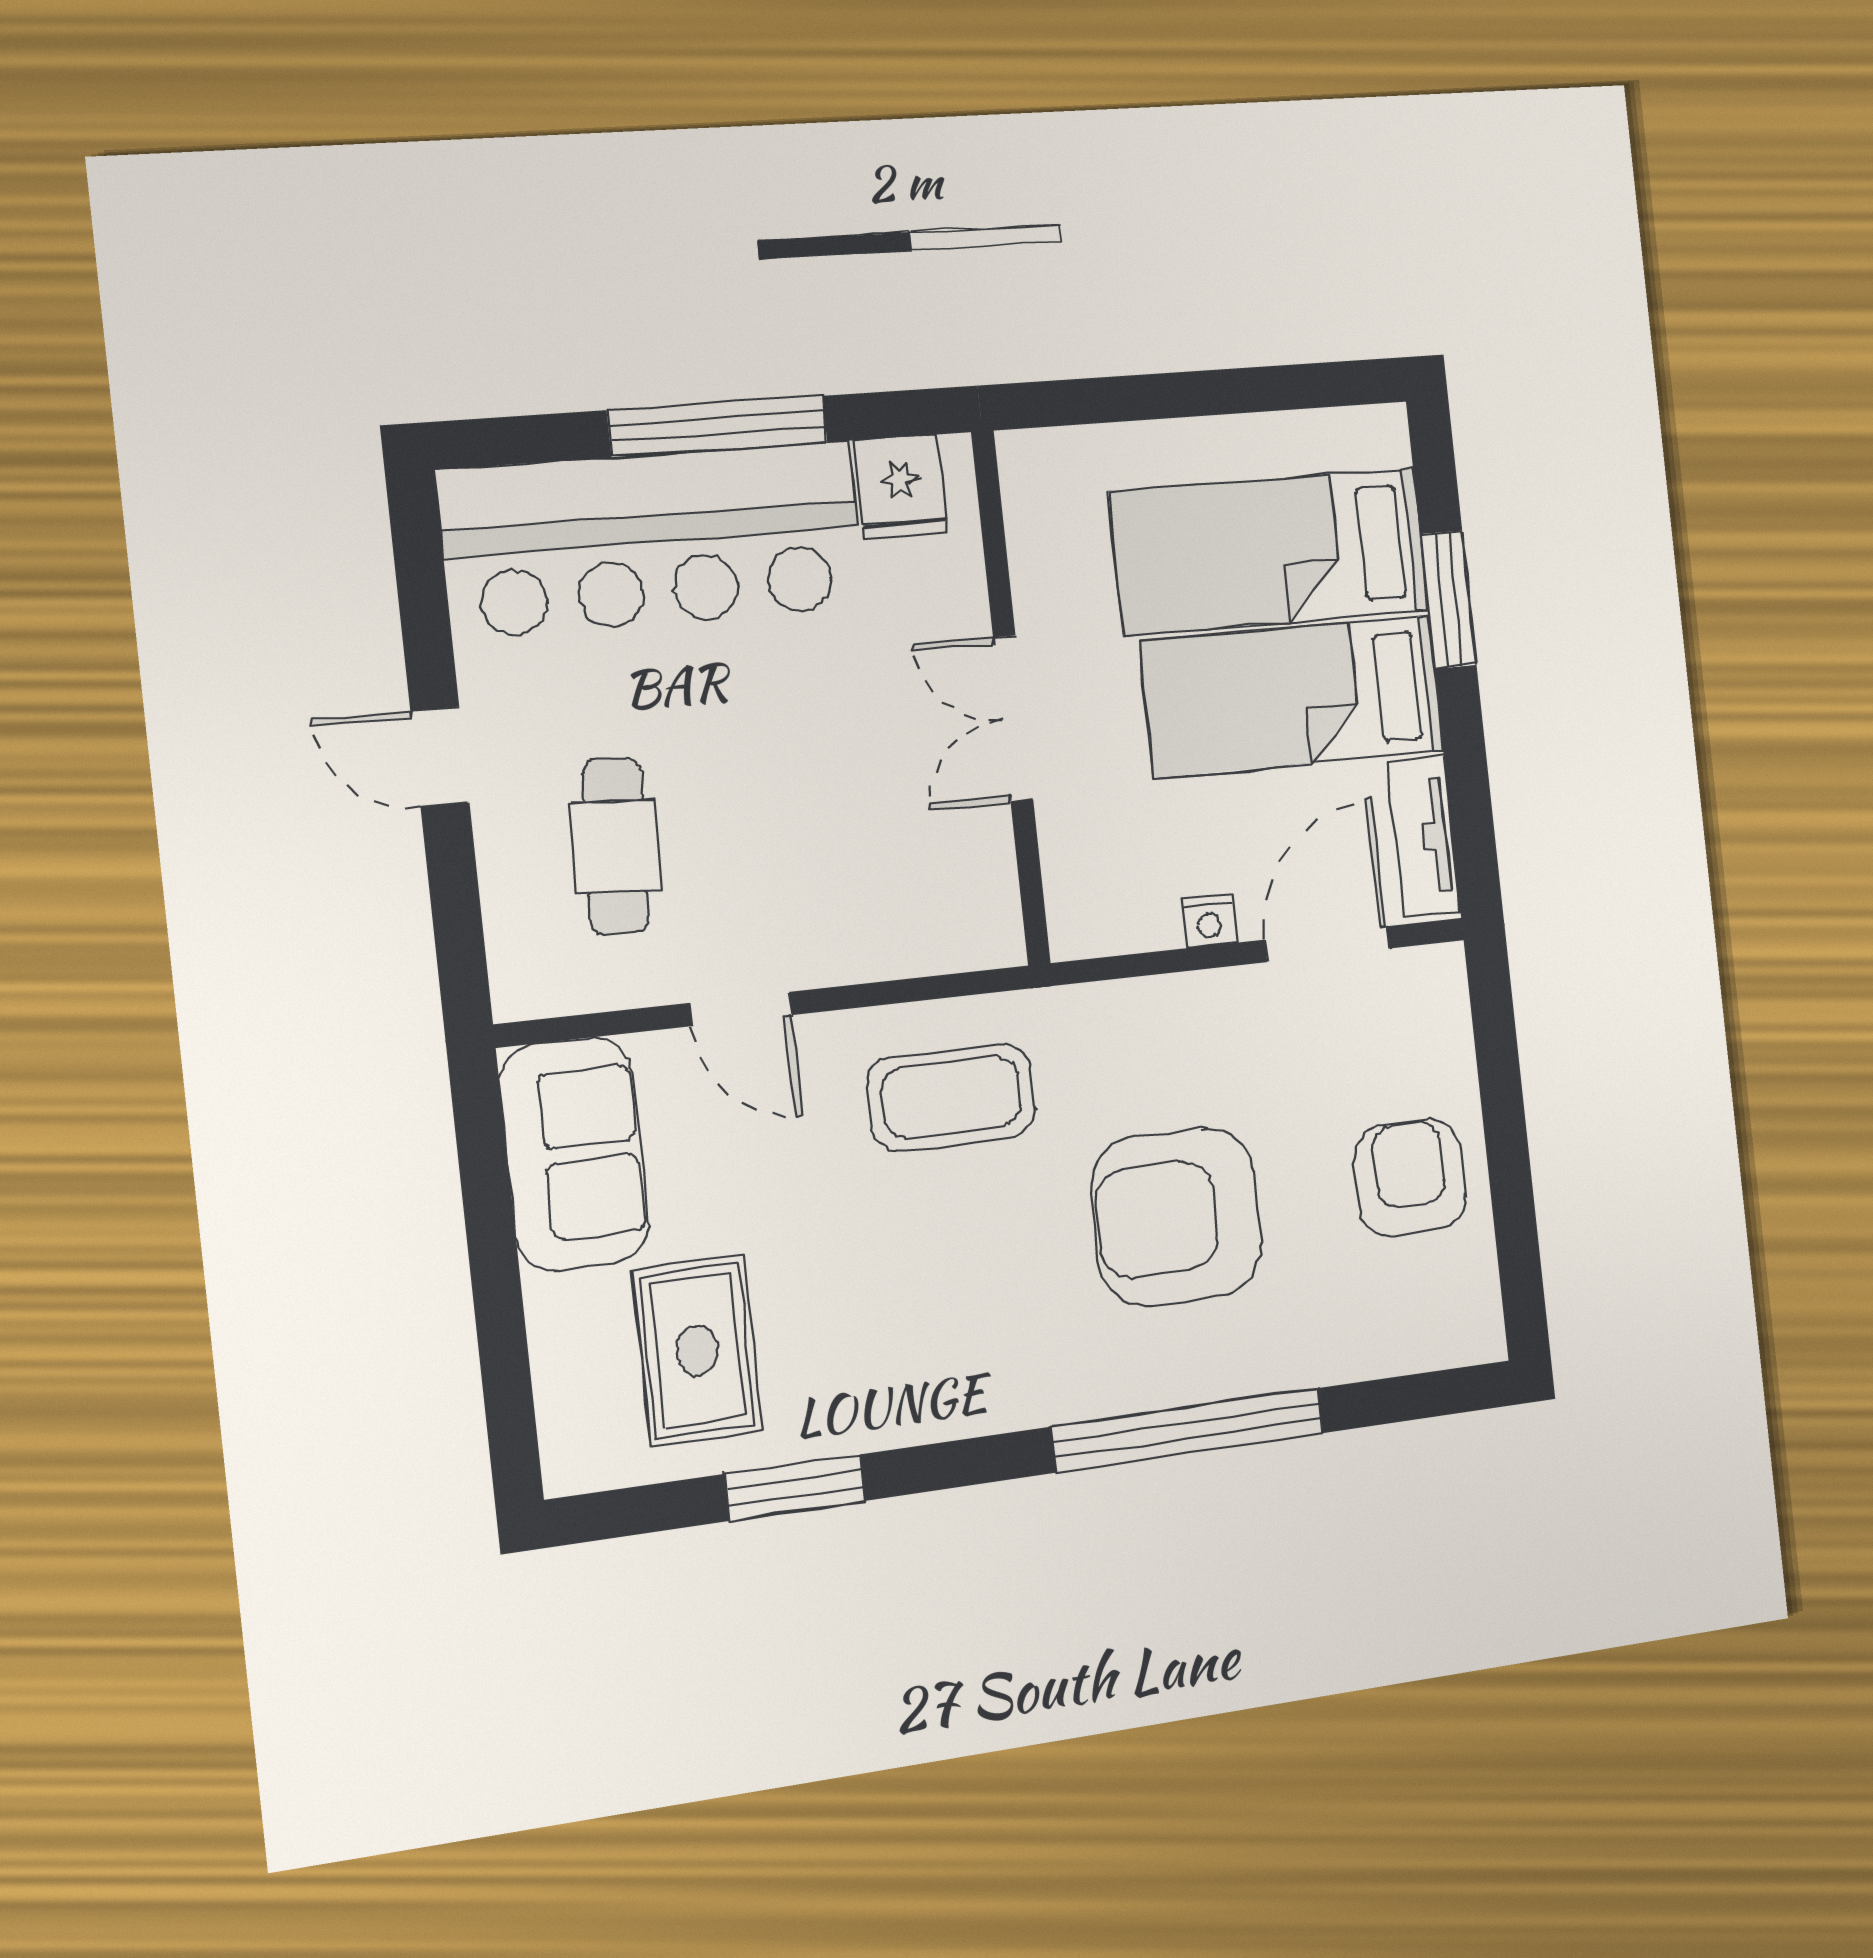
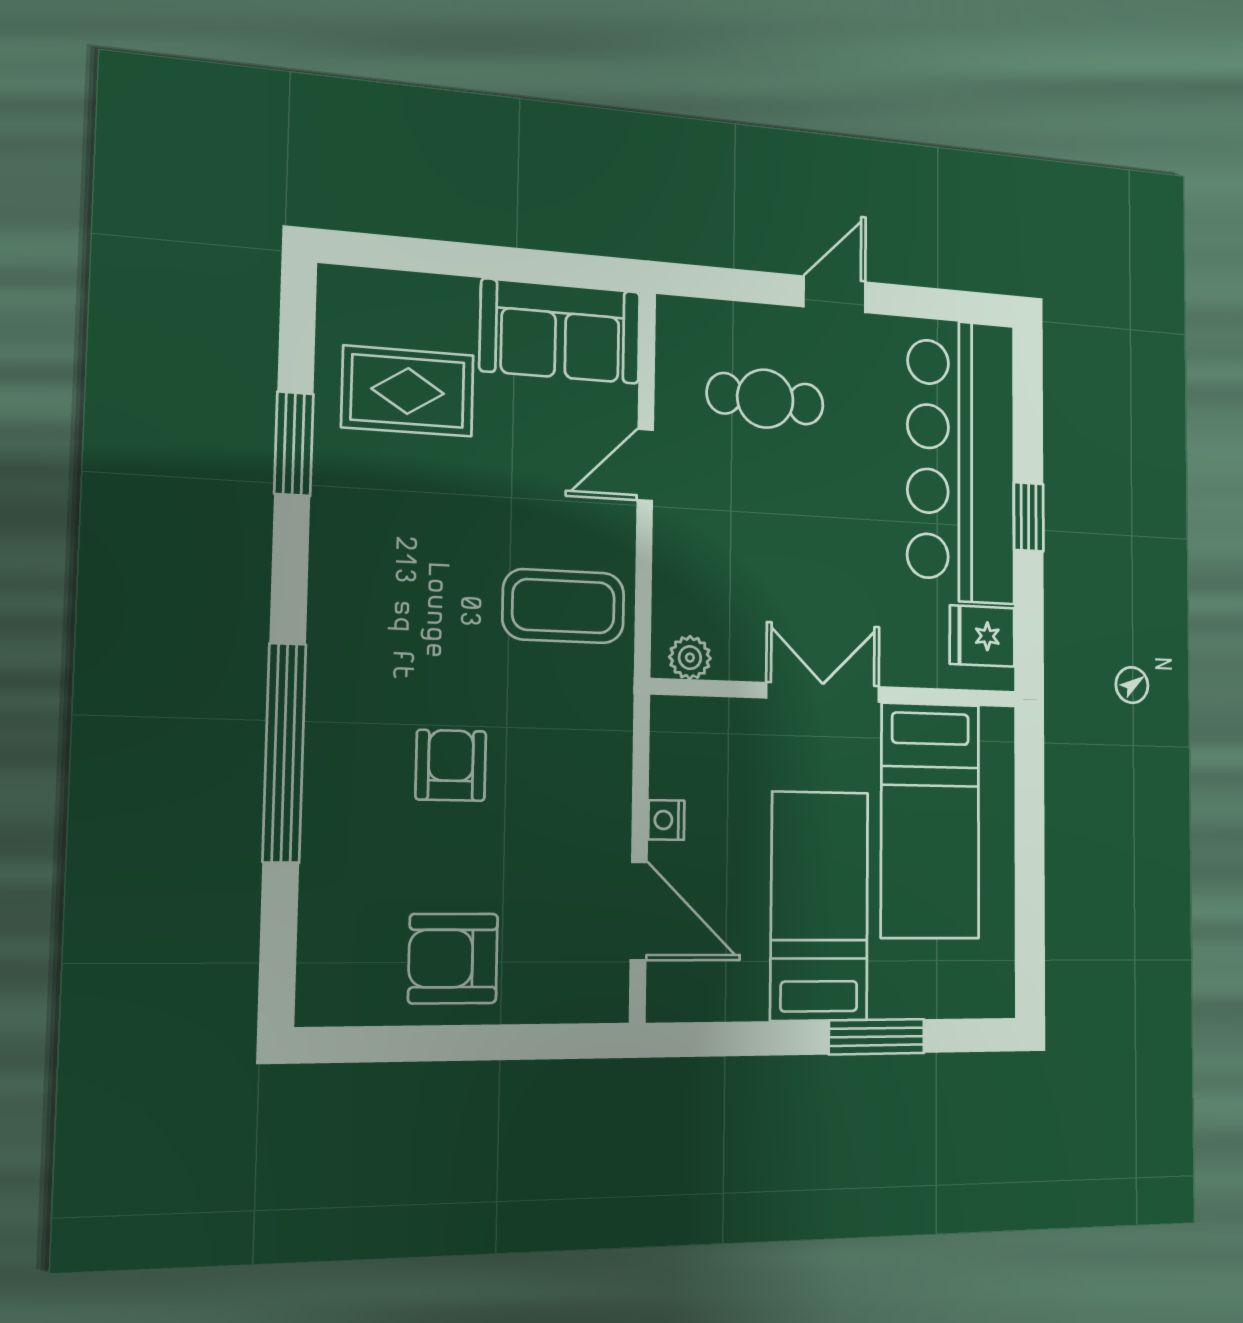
window: (718, 426) -> (1029, 517), width x0.46
bed: (1270, 551) -> (930, 821), moved, turned 180
tv unit: (1424, 837) -> (709, 999), removed
plant: (994, 914) -> (690, 658), added
coffee table: (951, 1097) -> (563, 606), turned 90
armchair: (1410, 1178) -> (453, 958), turned 180
armchair: (1176, 1217) -> (451, 765), width x0.53, depth x0.53

